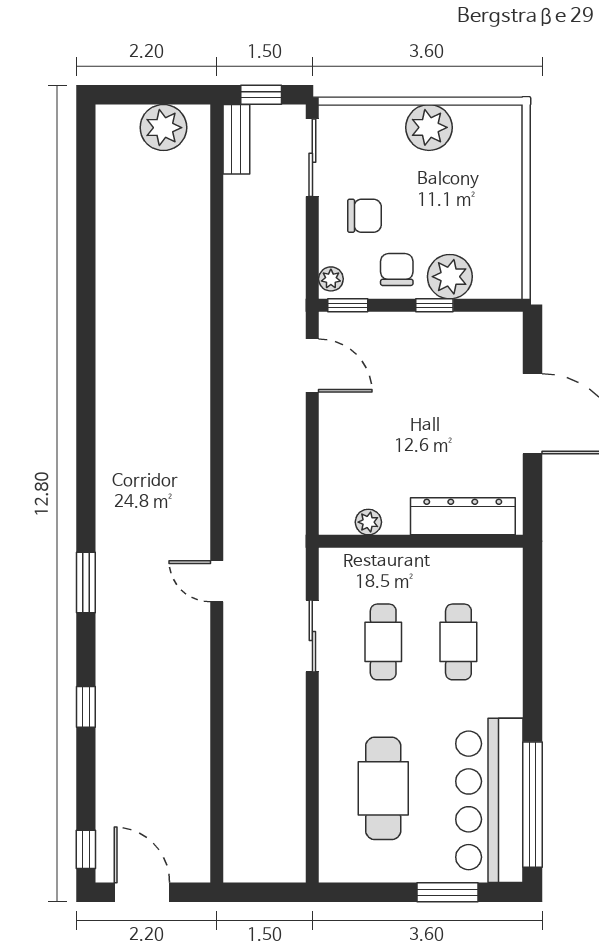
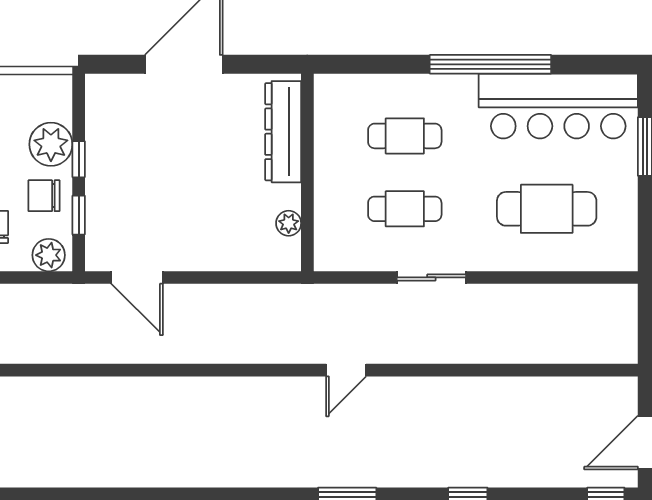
plant: (331, 279) -> (49, 255), width x1.38, depth x1.38
window: (348, 305) -> (79, 215), moved
door: (312, 366) -> (137, 277), swing flipped
sliding door: (312, 636) -> (431, 277), moved
window: (532, 805) -> (490, 64), moved

